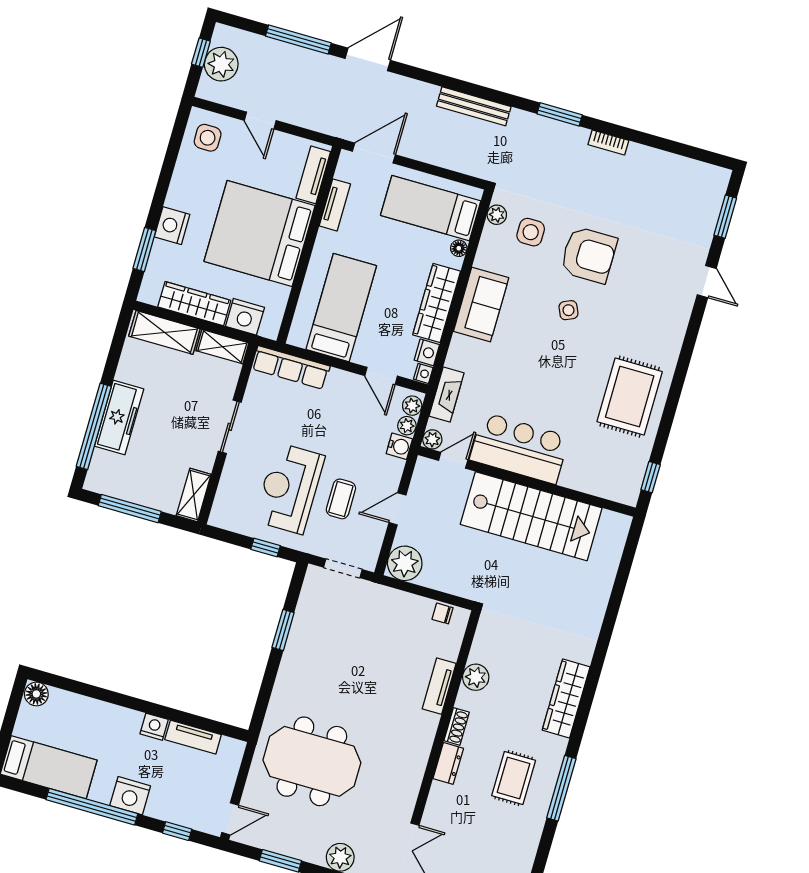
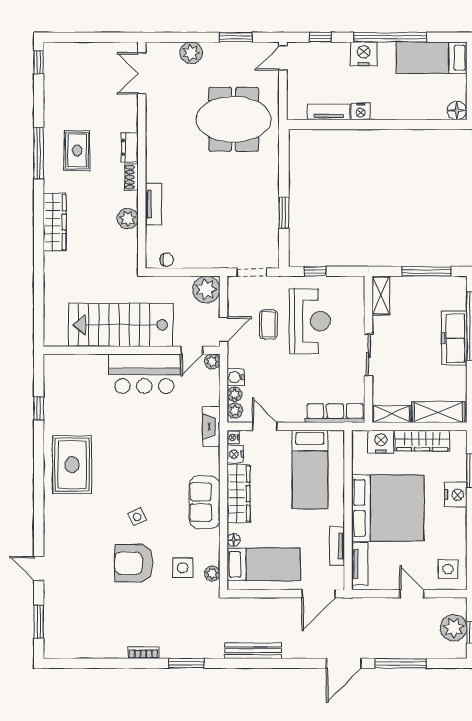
plant: (432, 439) -> (212, 362), moved
bar counter: (519, 448) -> (144, 374), moved
door: (453, 460) -> (192, 350), moved
wall: (527, 481) -> (132, 350), moved
stairs: (531, 516) -> (121, 325), moved

